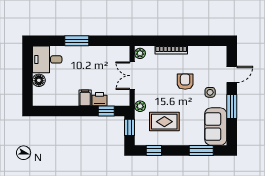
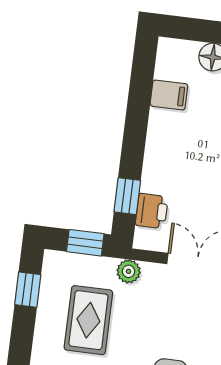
filing cabinet: (85, 98) -> (169, 95), moved
printer: (99, 99) -> (152, 211), moved

